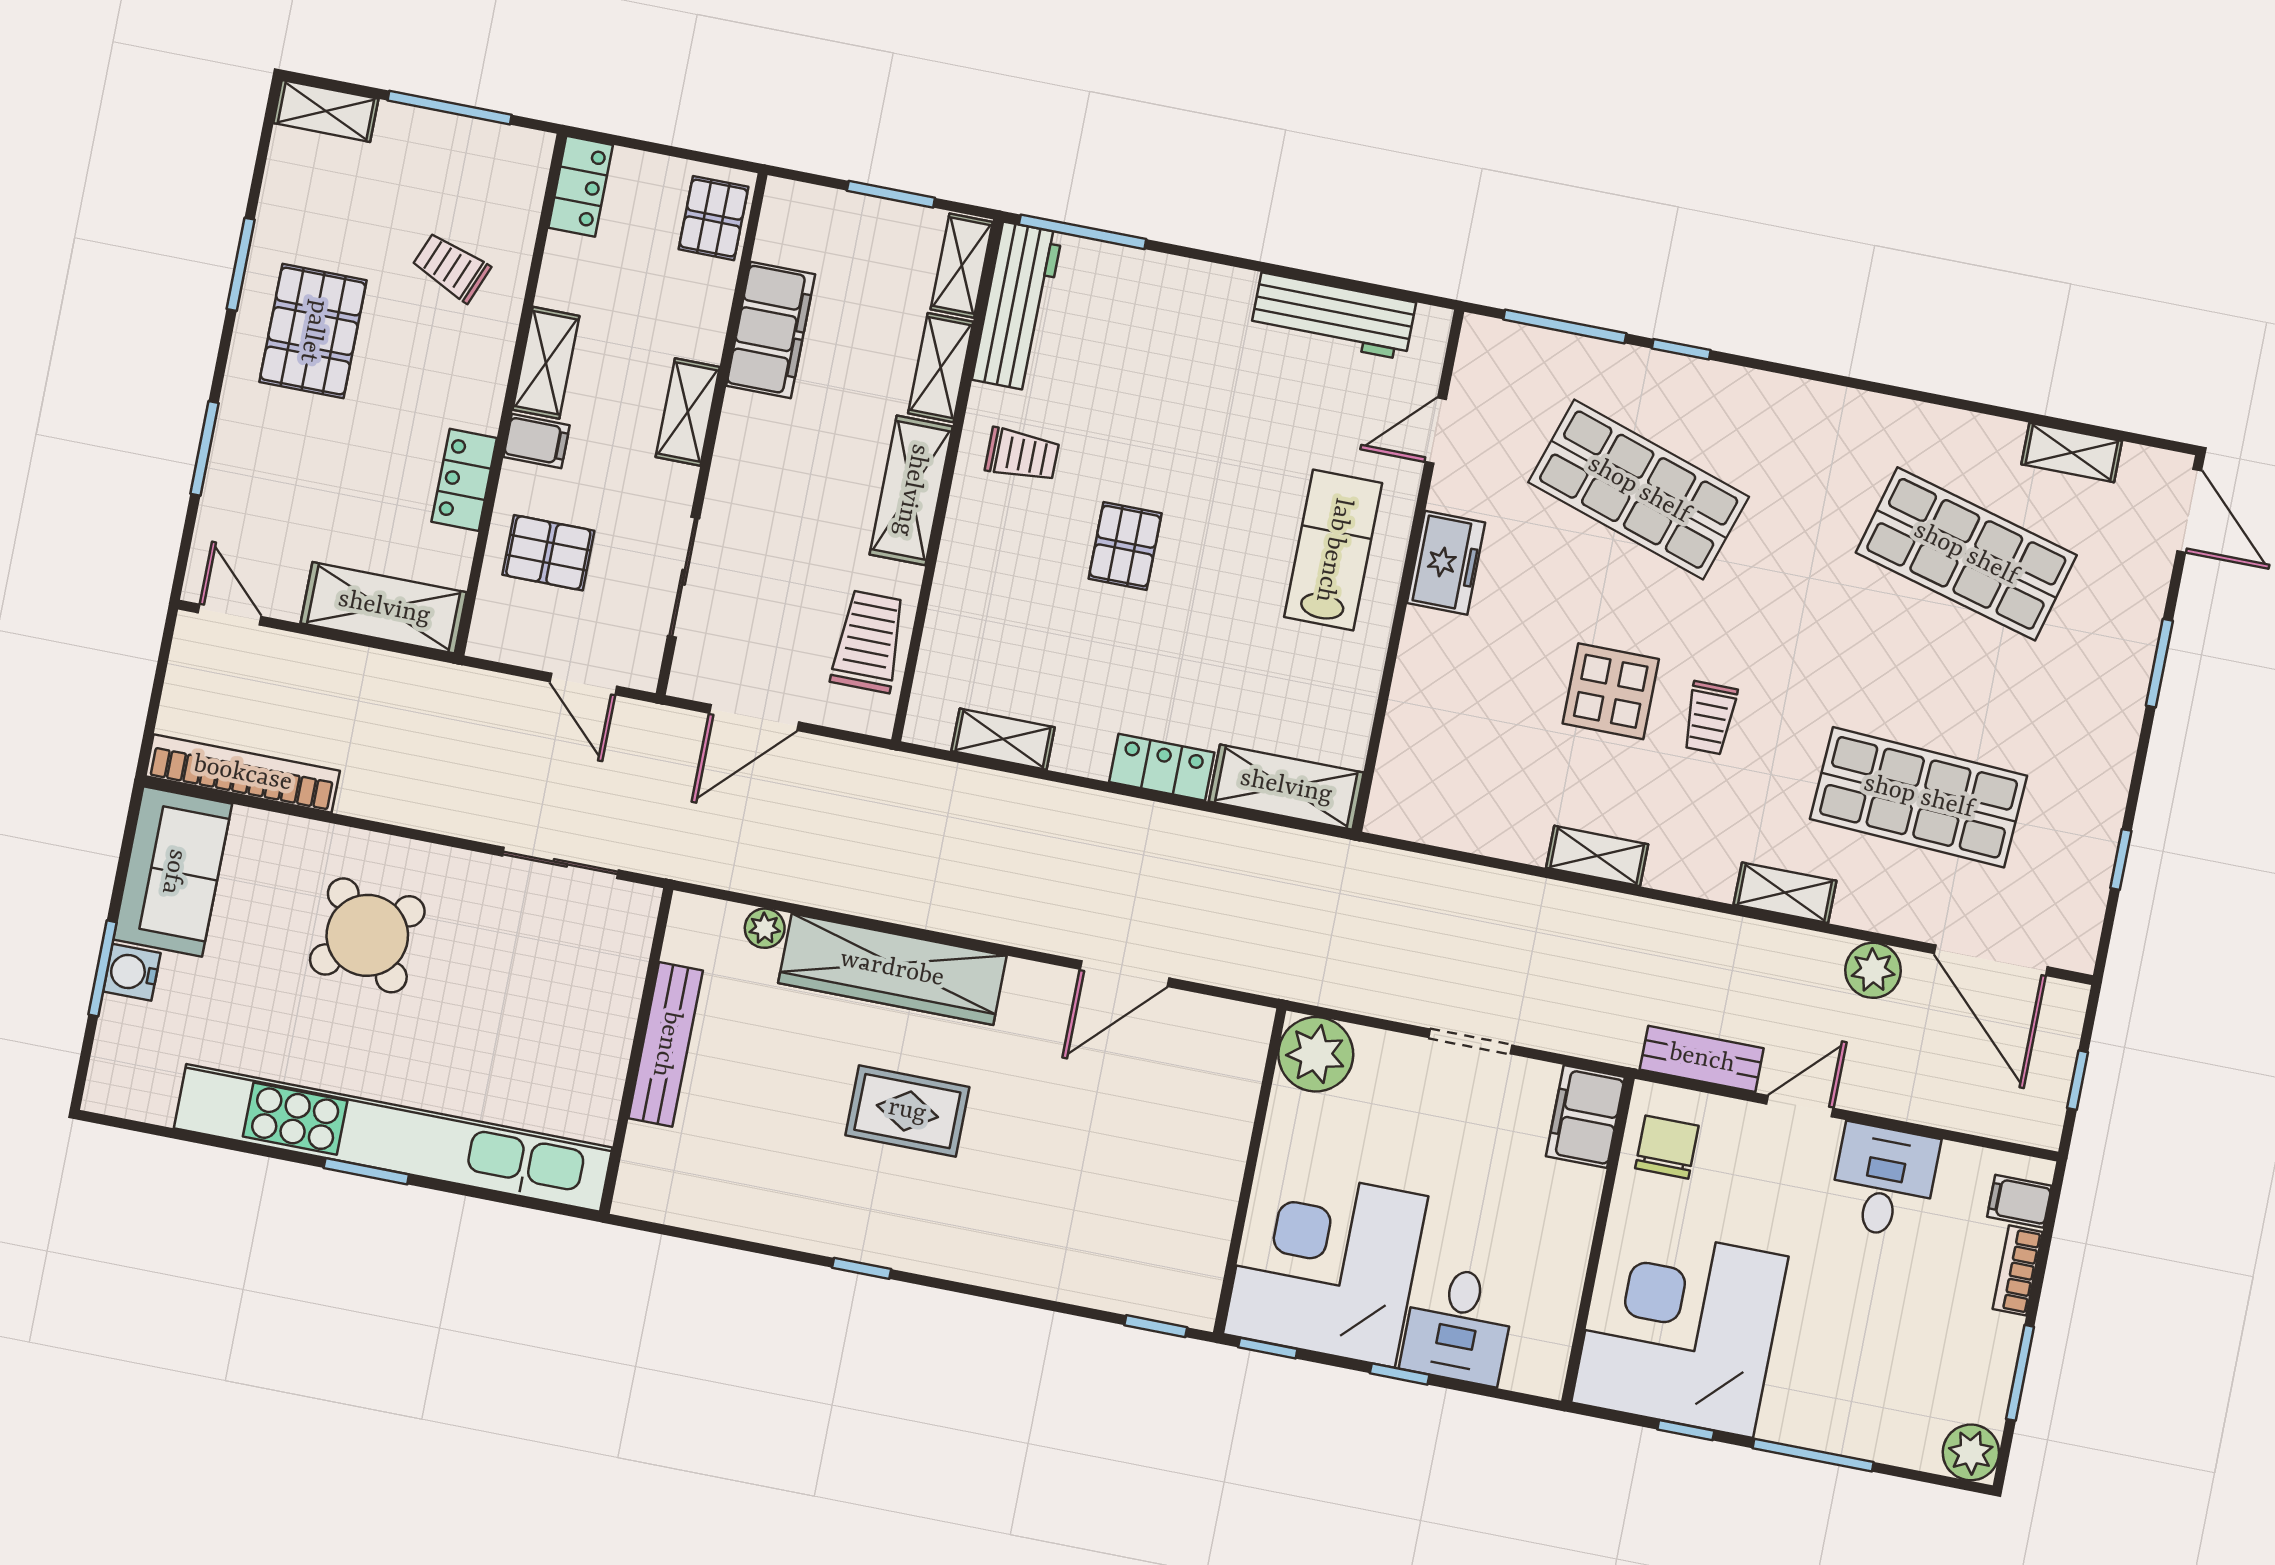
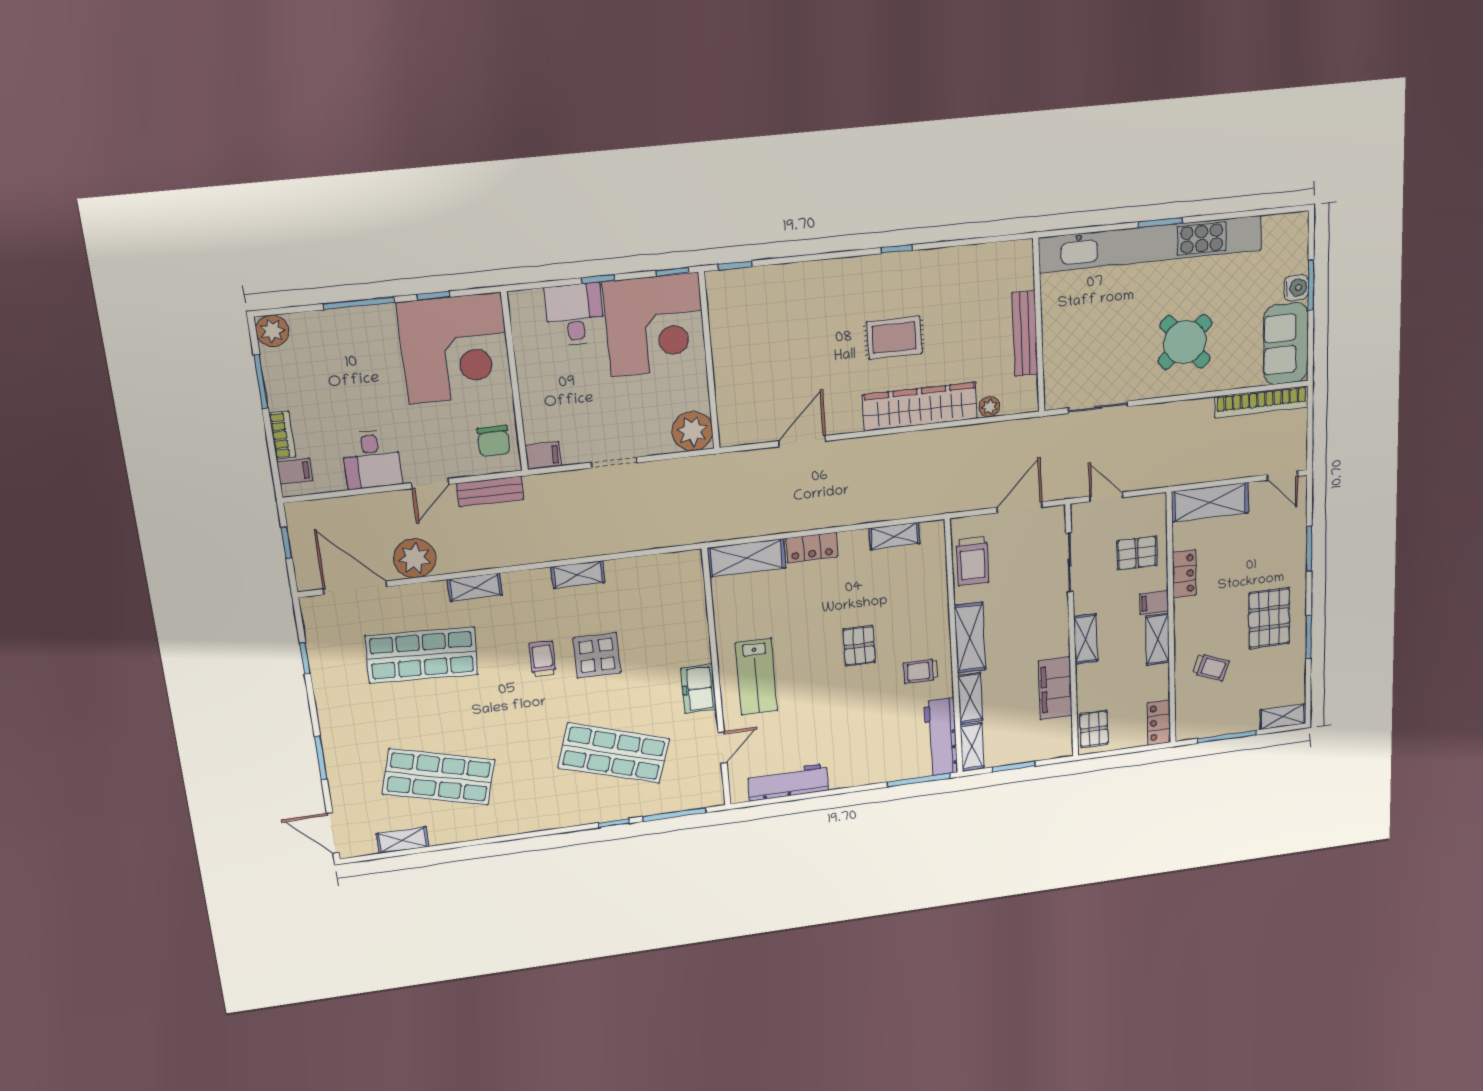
plant: (1873, 970) -> (415, 558), width x1.36, depth x1.36
filing cabinet: (1585, 1117) -> (543, 456), width x0.50

